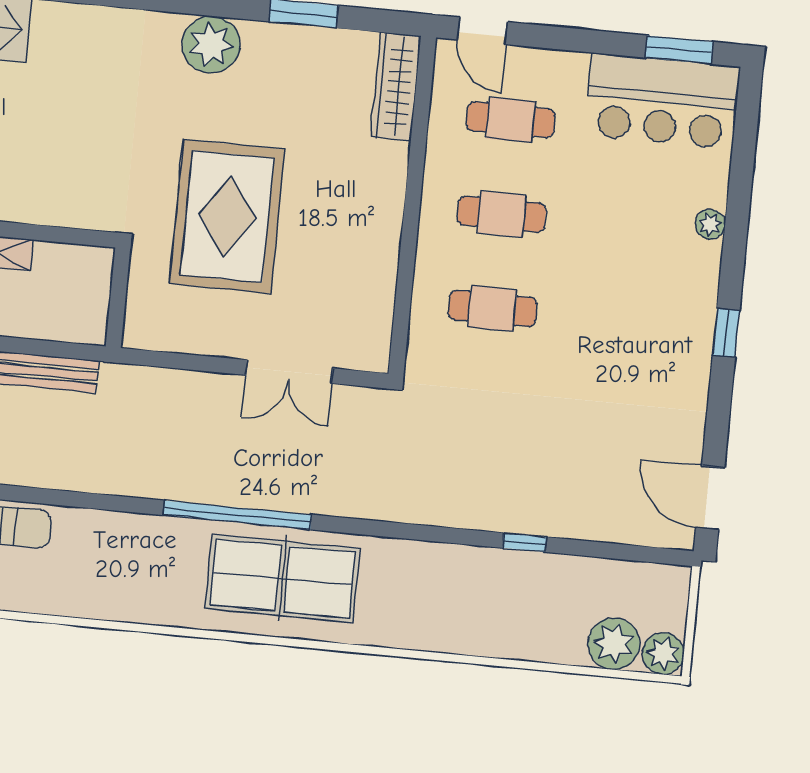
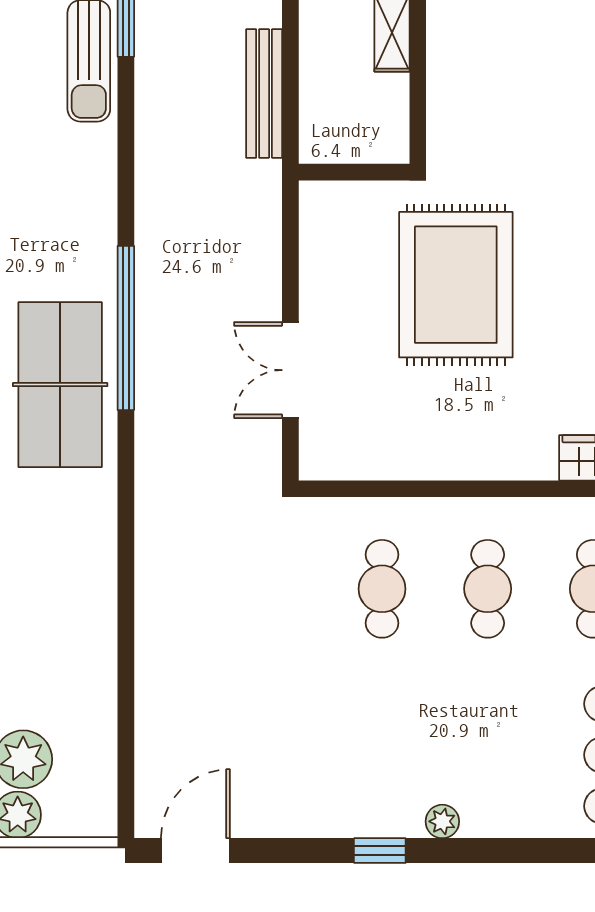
rug: (227, 216) -> (456, 285), turned 90
plant: (710, 224) -> (442, 821), moved
window: (525, 543) -> (126, 649), removed

